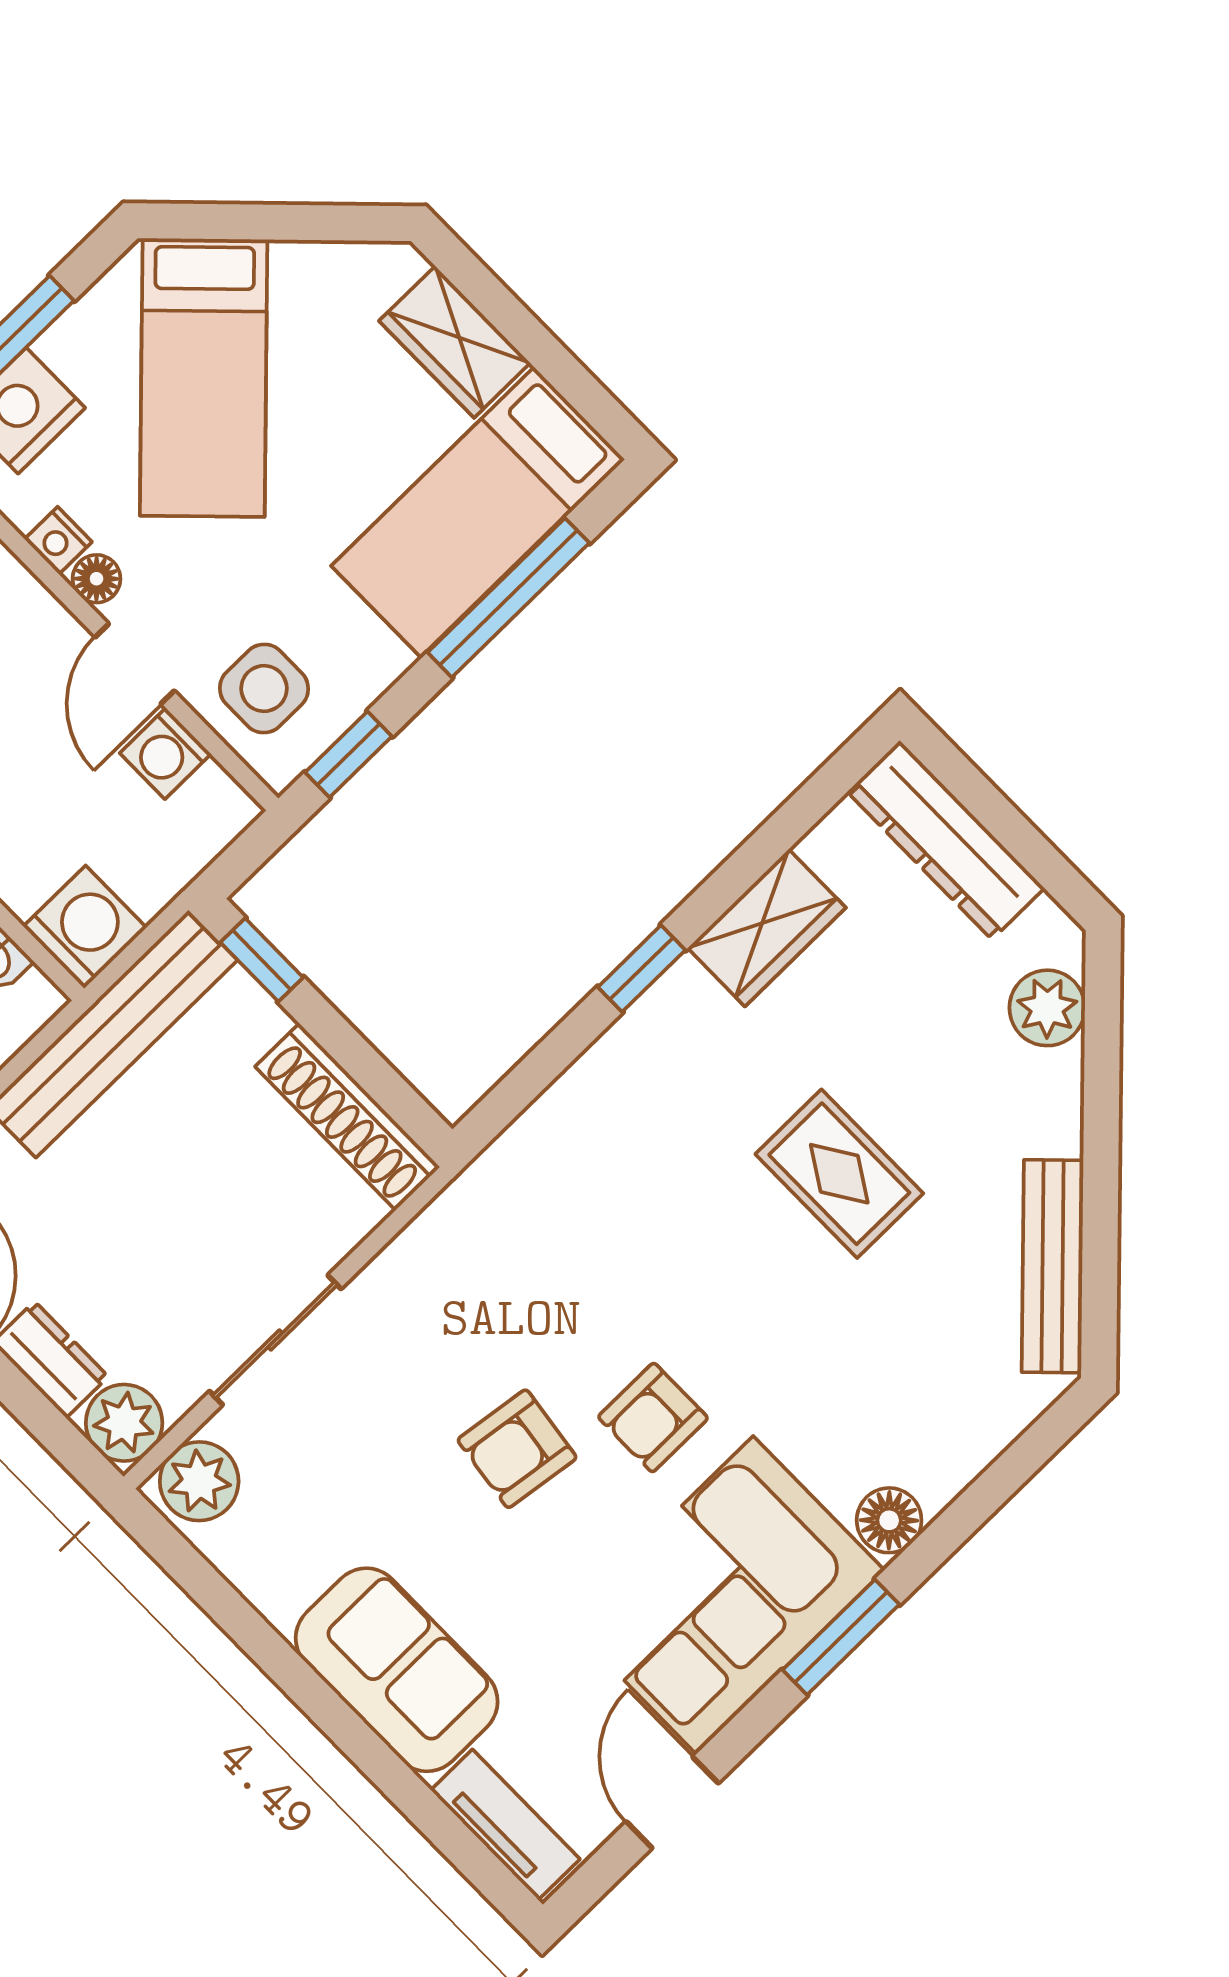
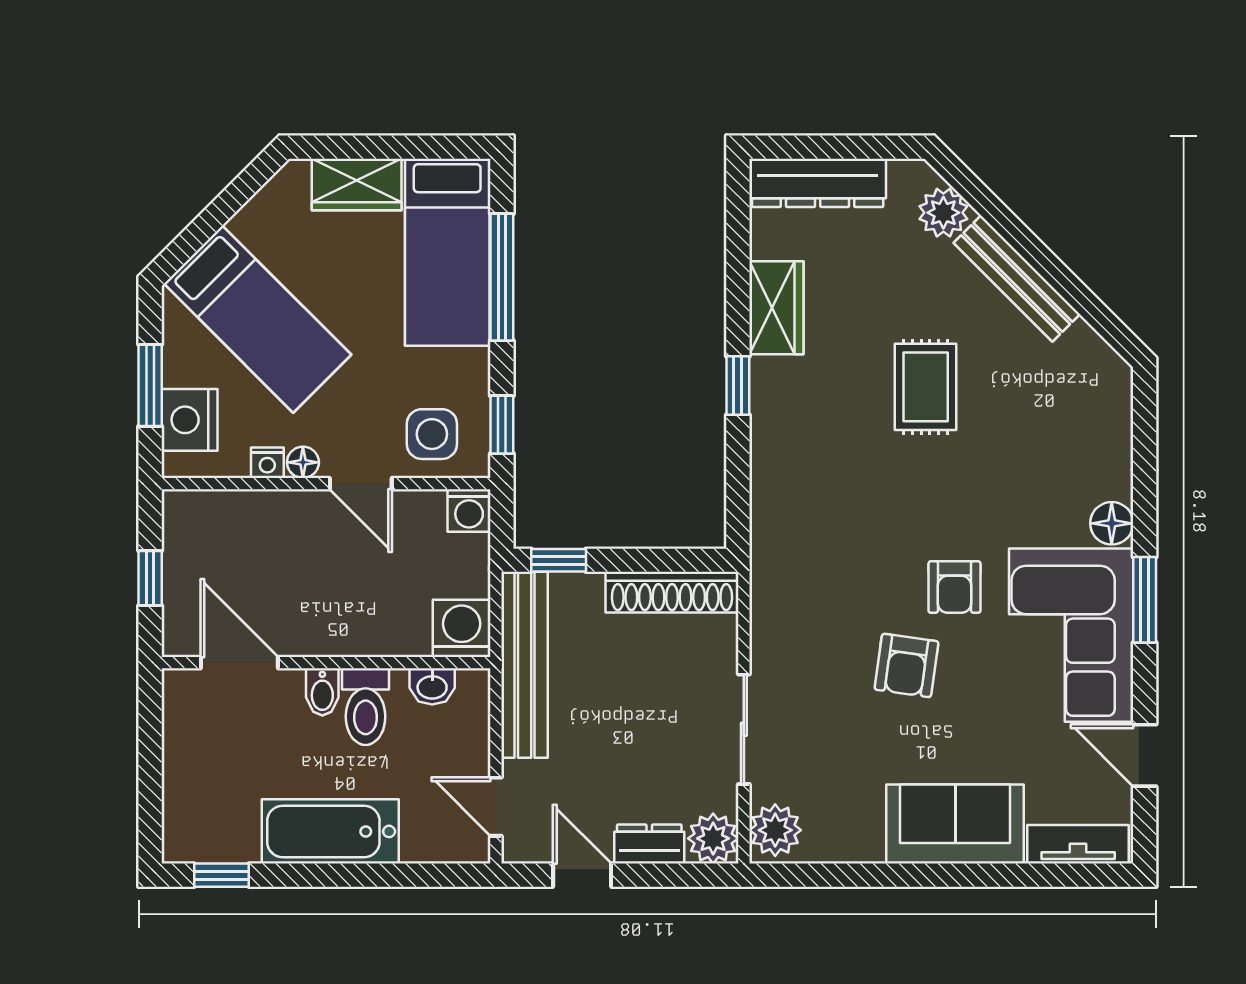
washing machine: (165, 753) -> (469, 510), moved
rug: (839, 1174) -> (926, 387), turned 90
bench: (1053, 1266) -> (1017, 279), moved

